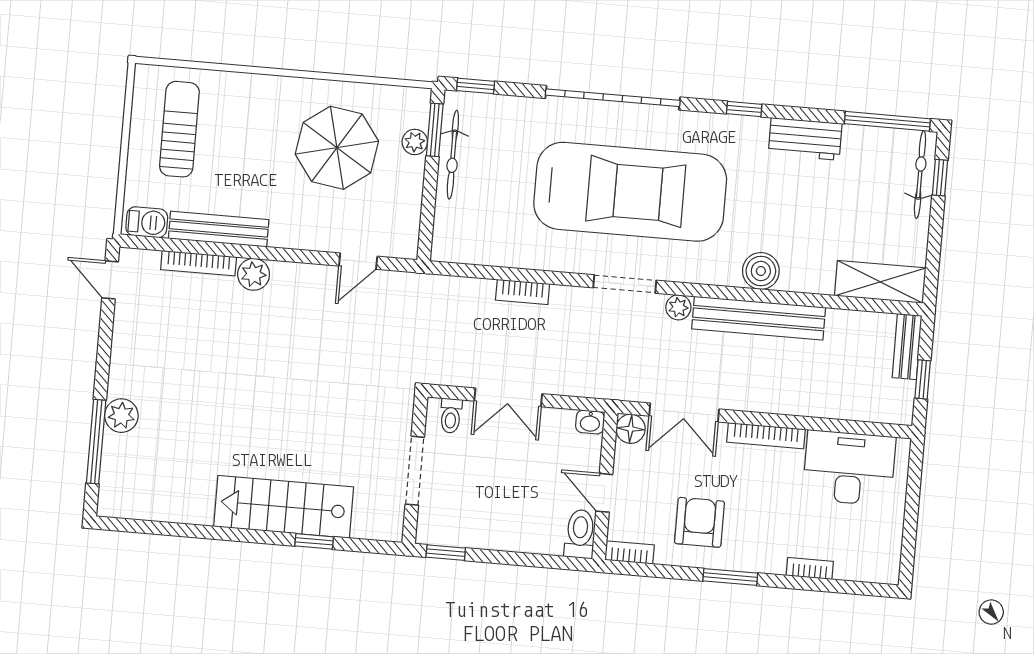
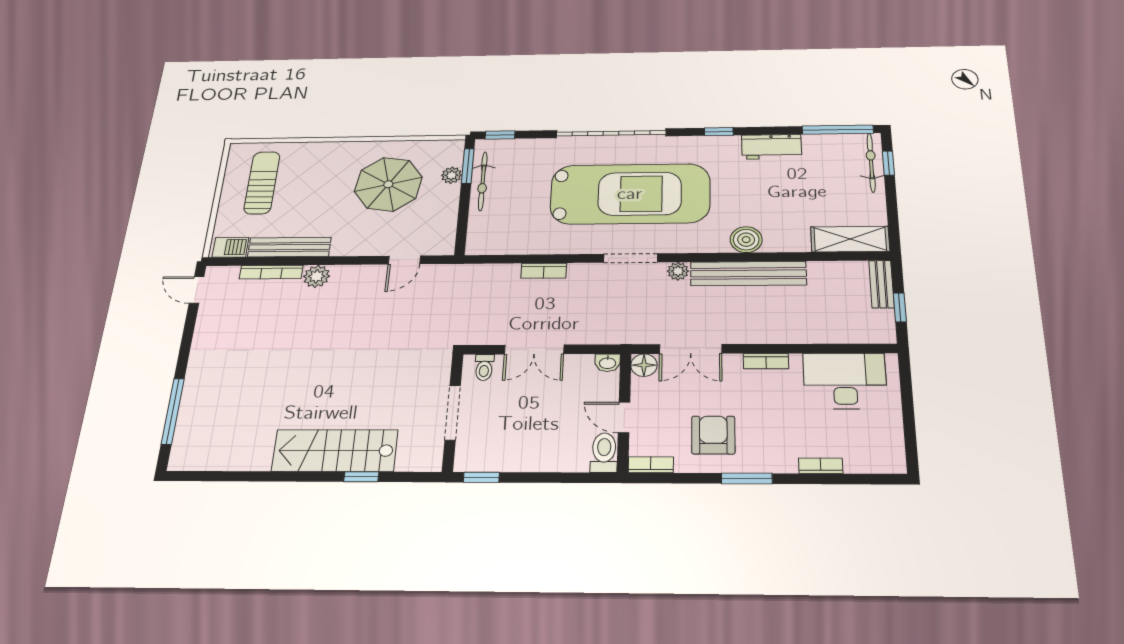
plant: (121, 416) -> (197, 389), removed
bookcase: (766, 436) -> (766, 361), width x0.64

